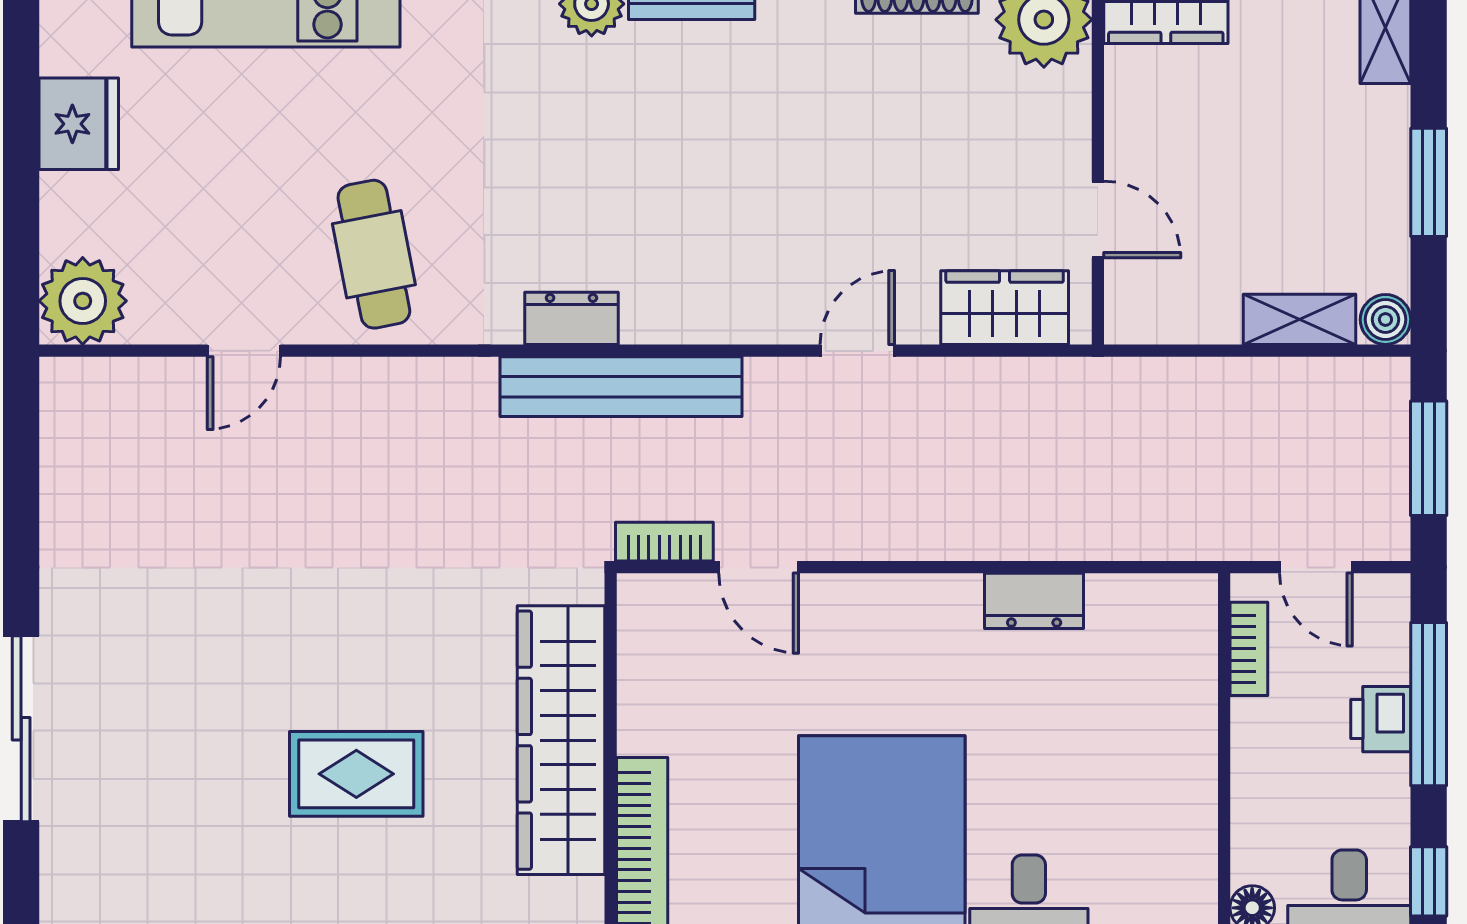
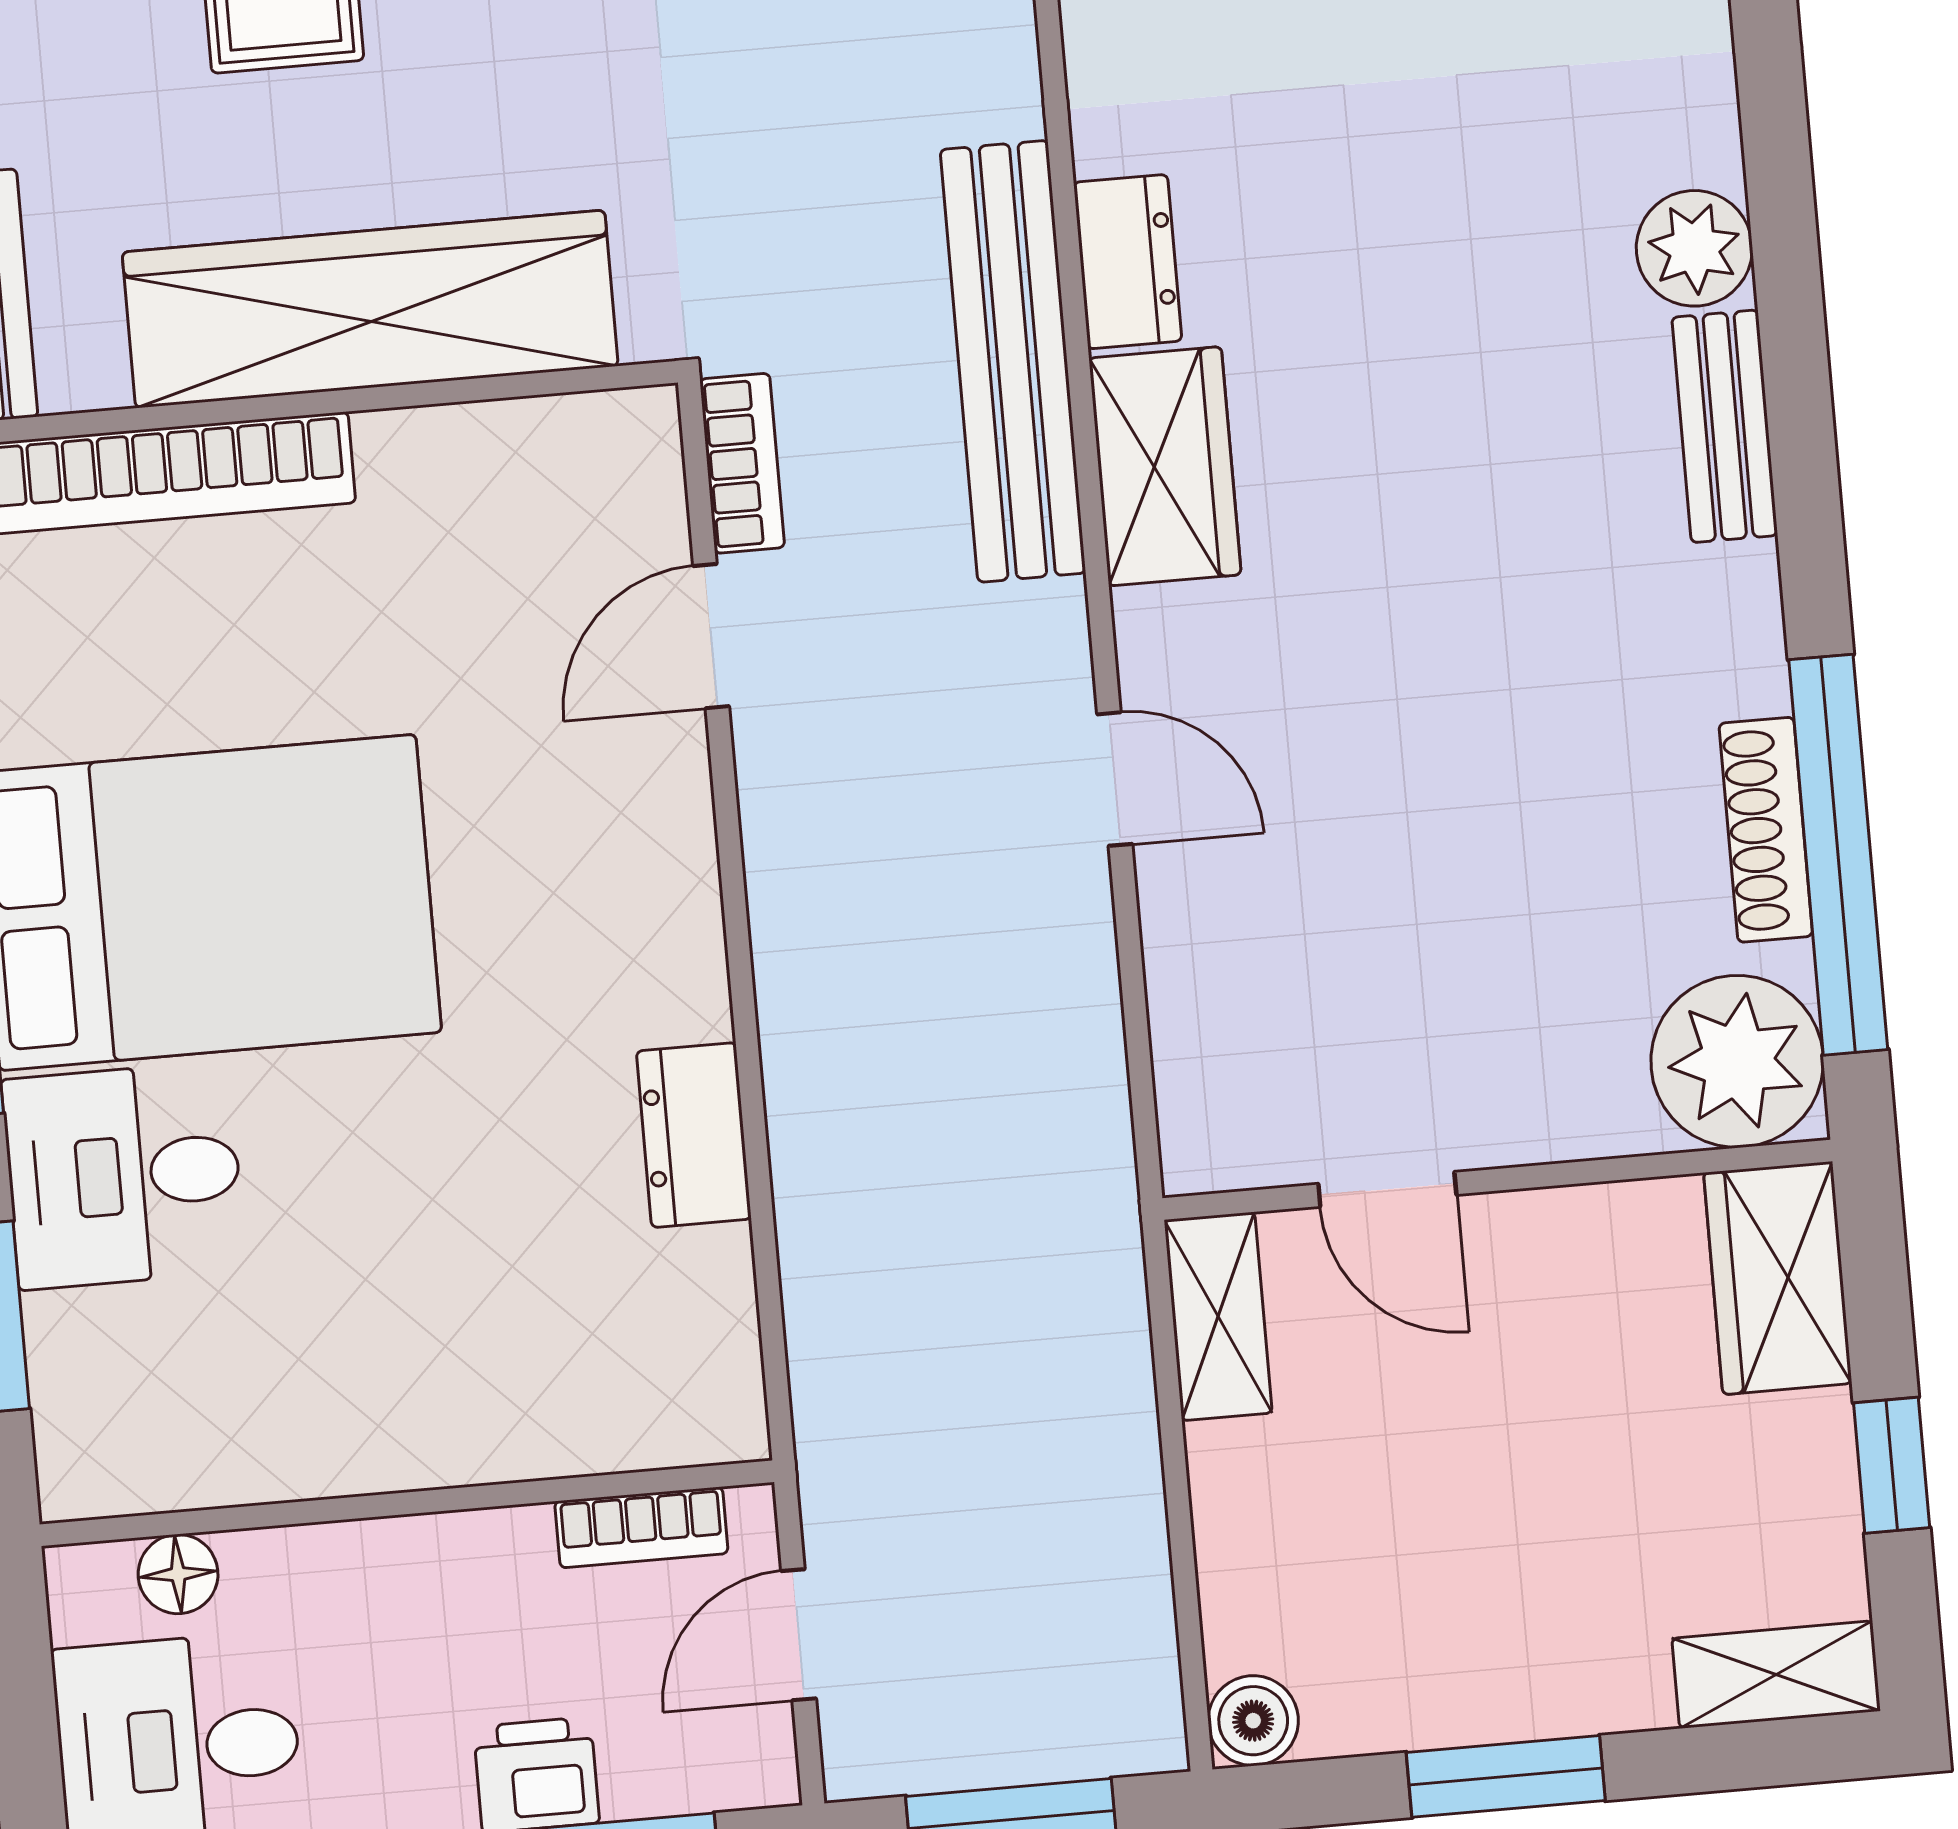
door: (1098, 219) -> (1387, 1189), hinge flipped
wardrobe: (1005, 308) -> (1165, 466), moved
shelving: (1299, 319) -> (1218, 1316), moved

